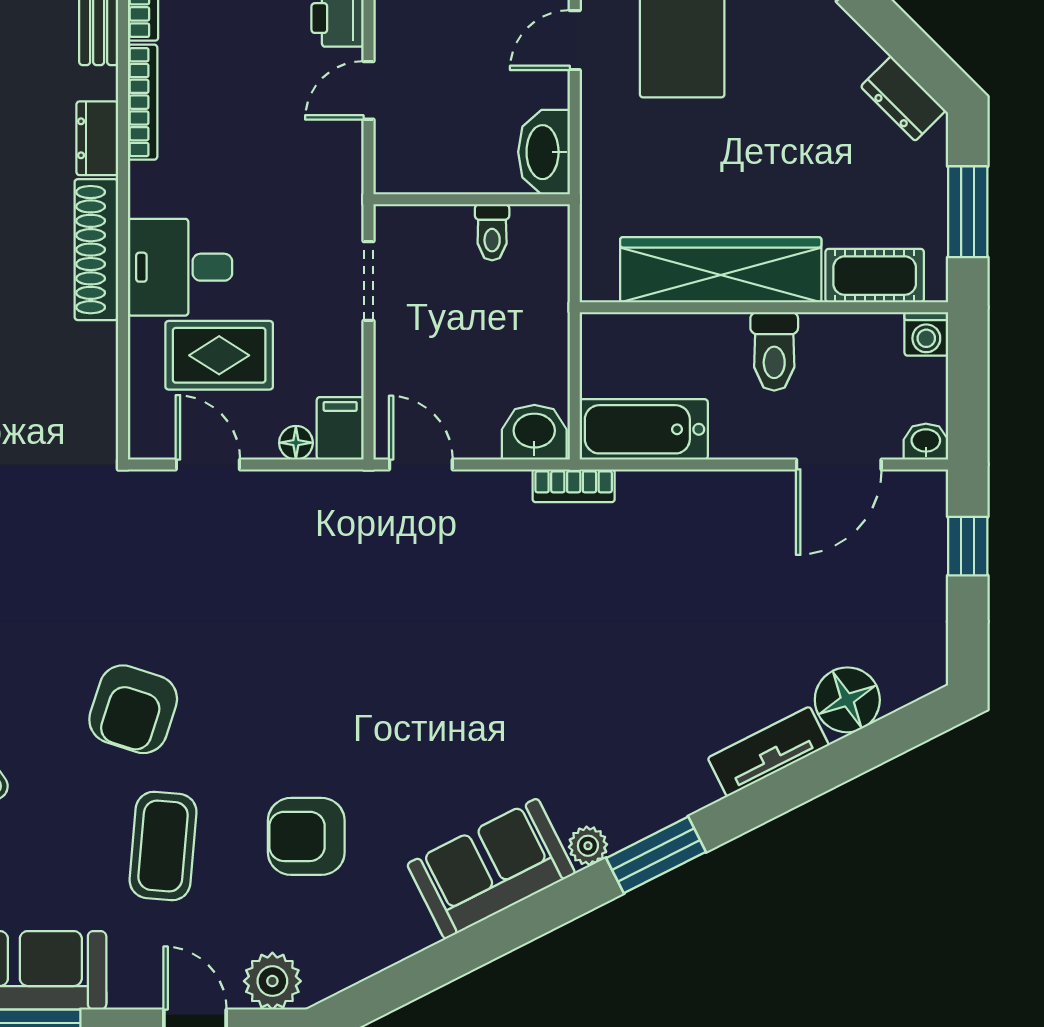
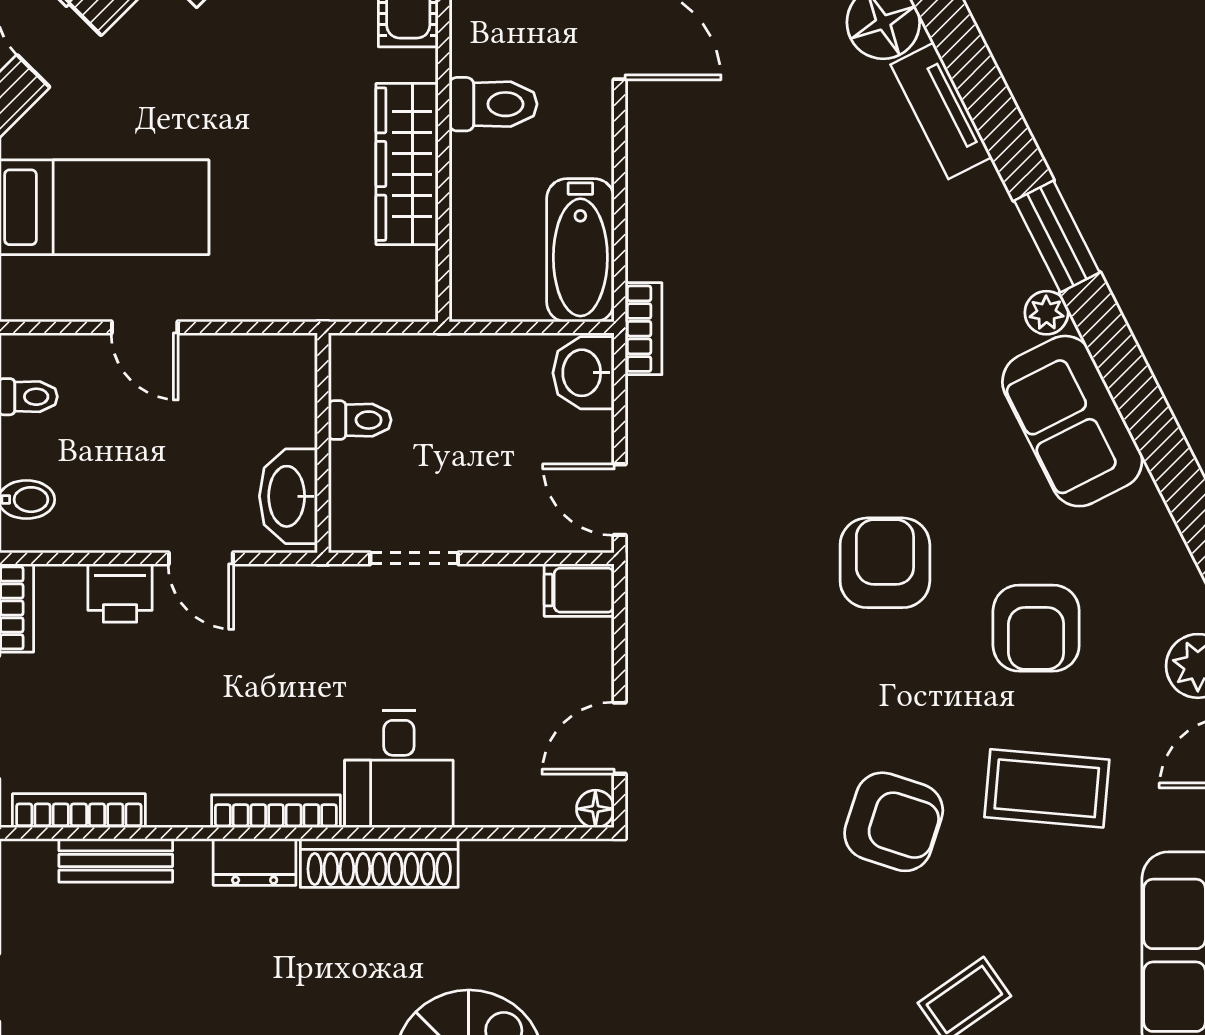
bookcase: (143, 102) -> (276, 811), moved
washbasin: (544, 152) -> (288, 496), moved, turned 90
wardrobe: (721, 270) -> (407, 164), width x0.71, depth x0.85
rug: (219, 355) -> (497, 726), removed
floor lamp: (296, 443) -> (595, 809), moved
door: (421, 464) -> (620, 500), hinge flipped
armchair: (365, 701) -> (885, 563), added

